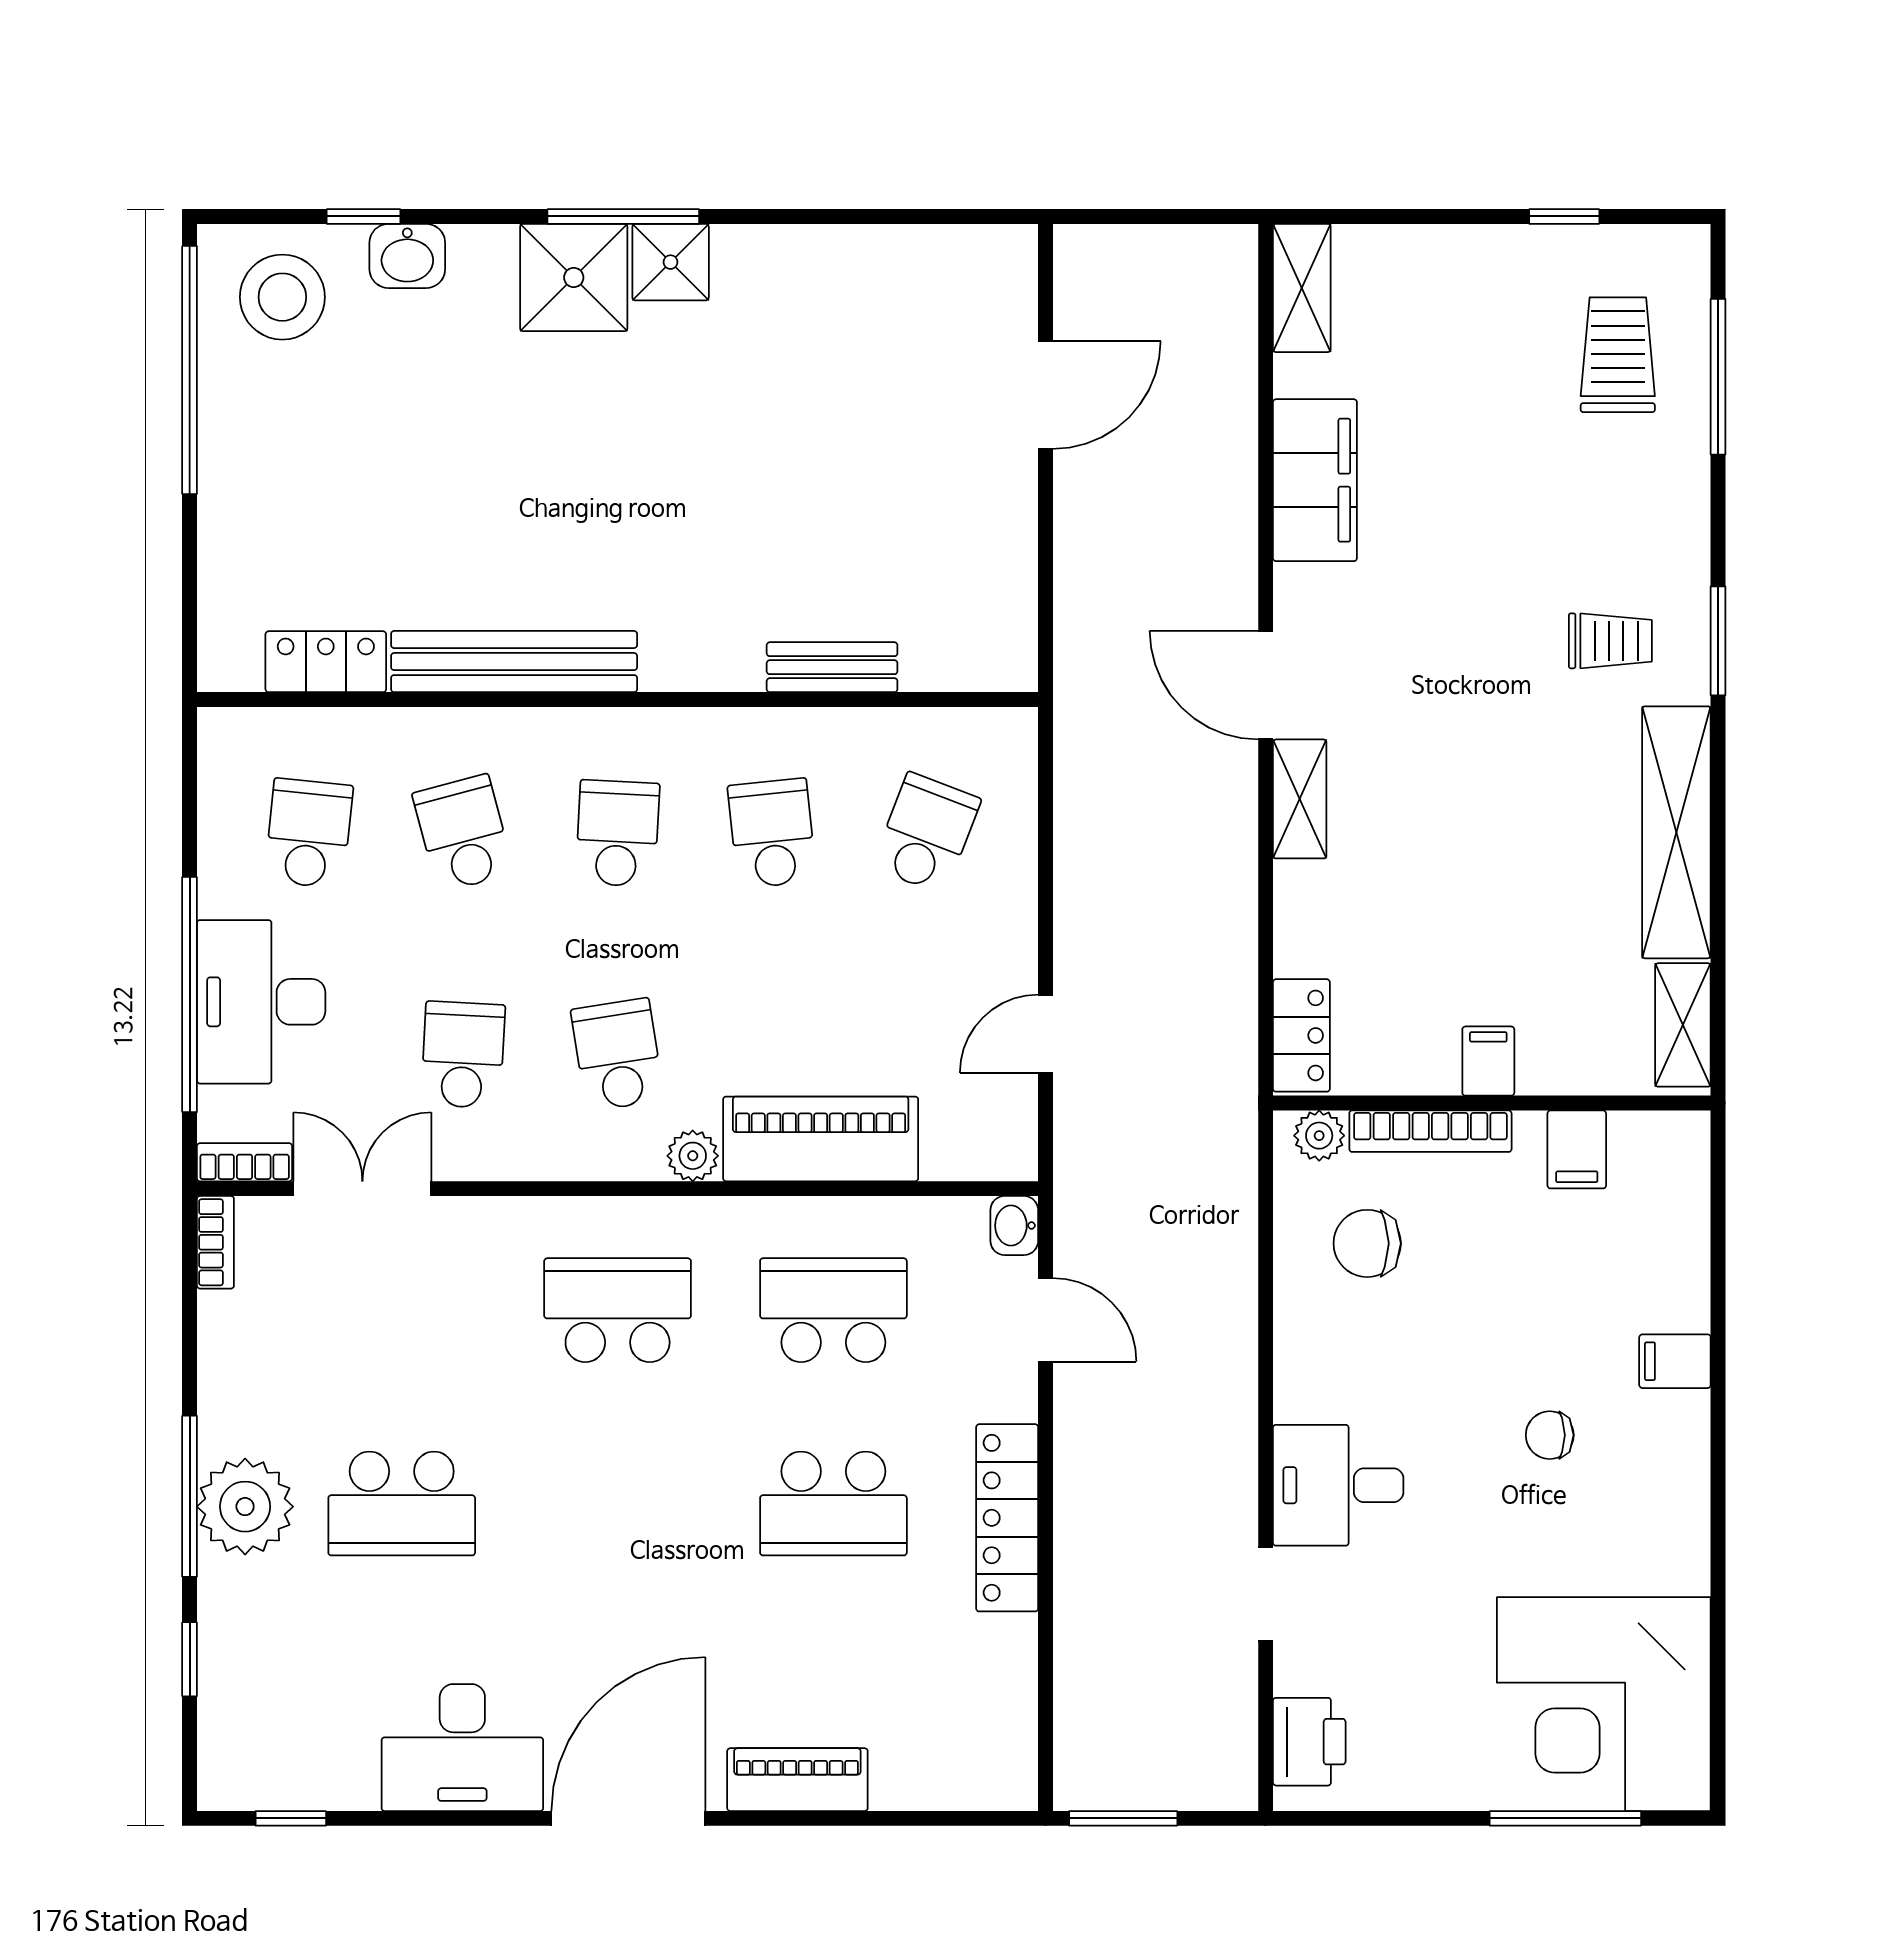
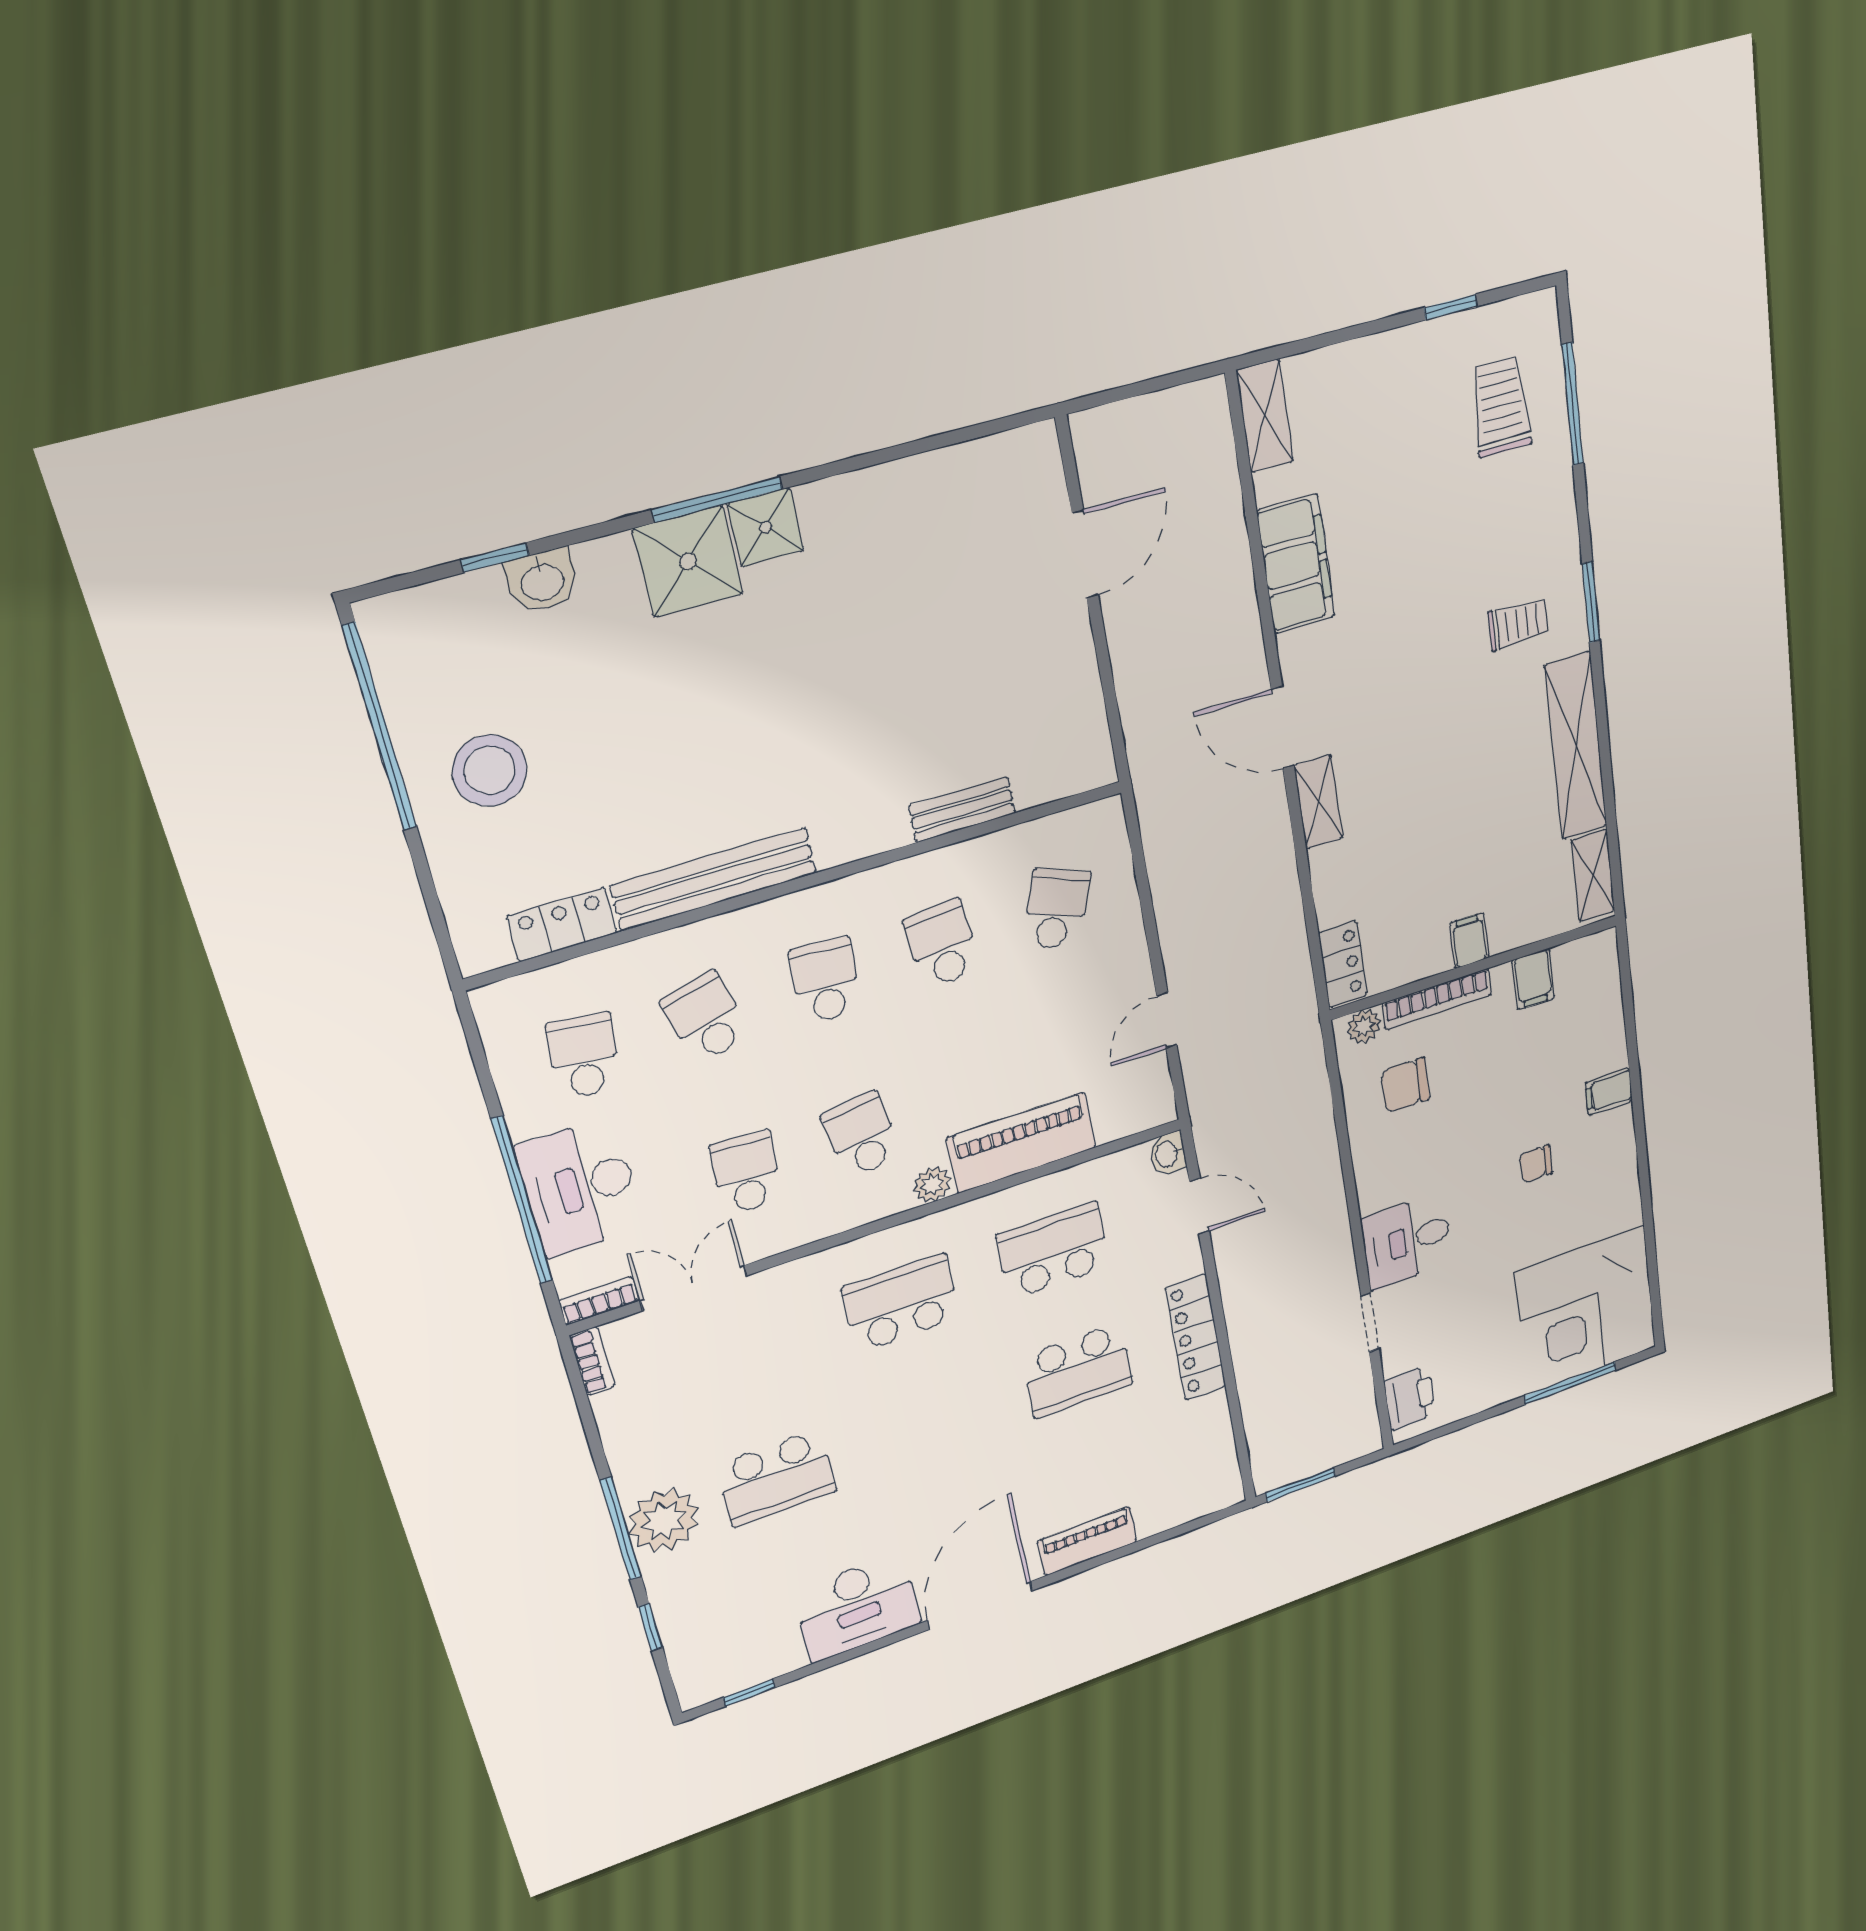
stool: (282, 297) -> (490, 770), moved

